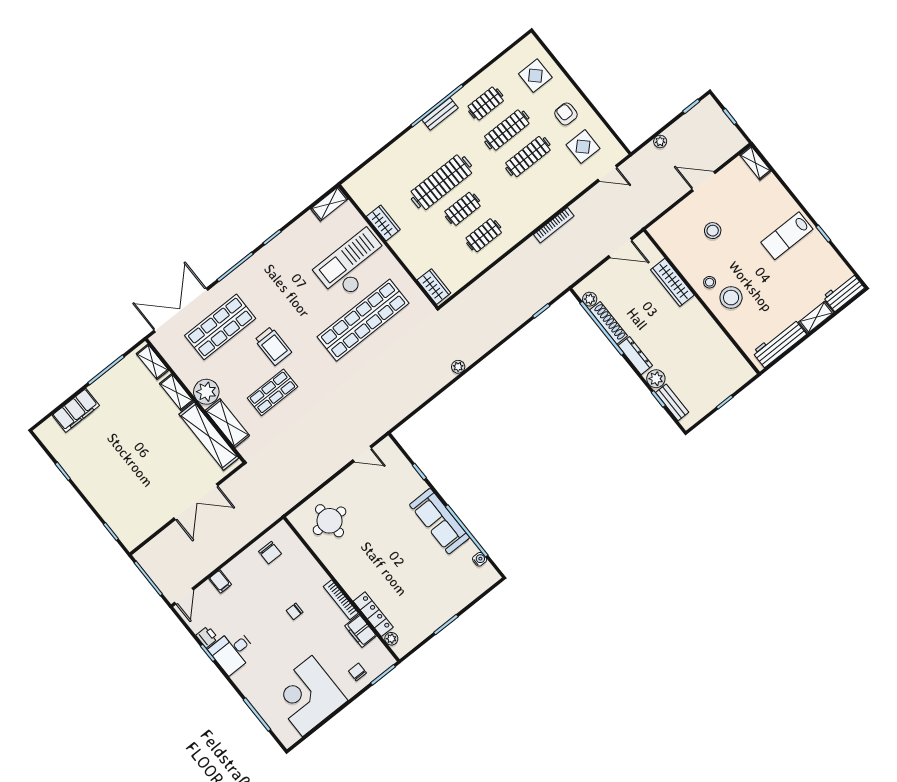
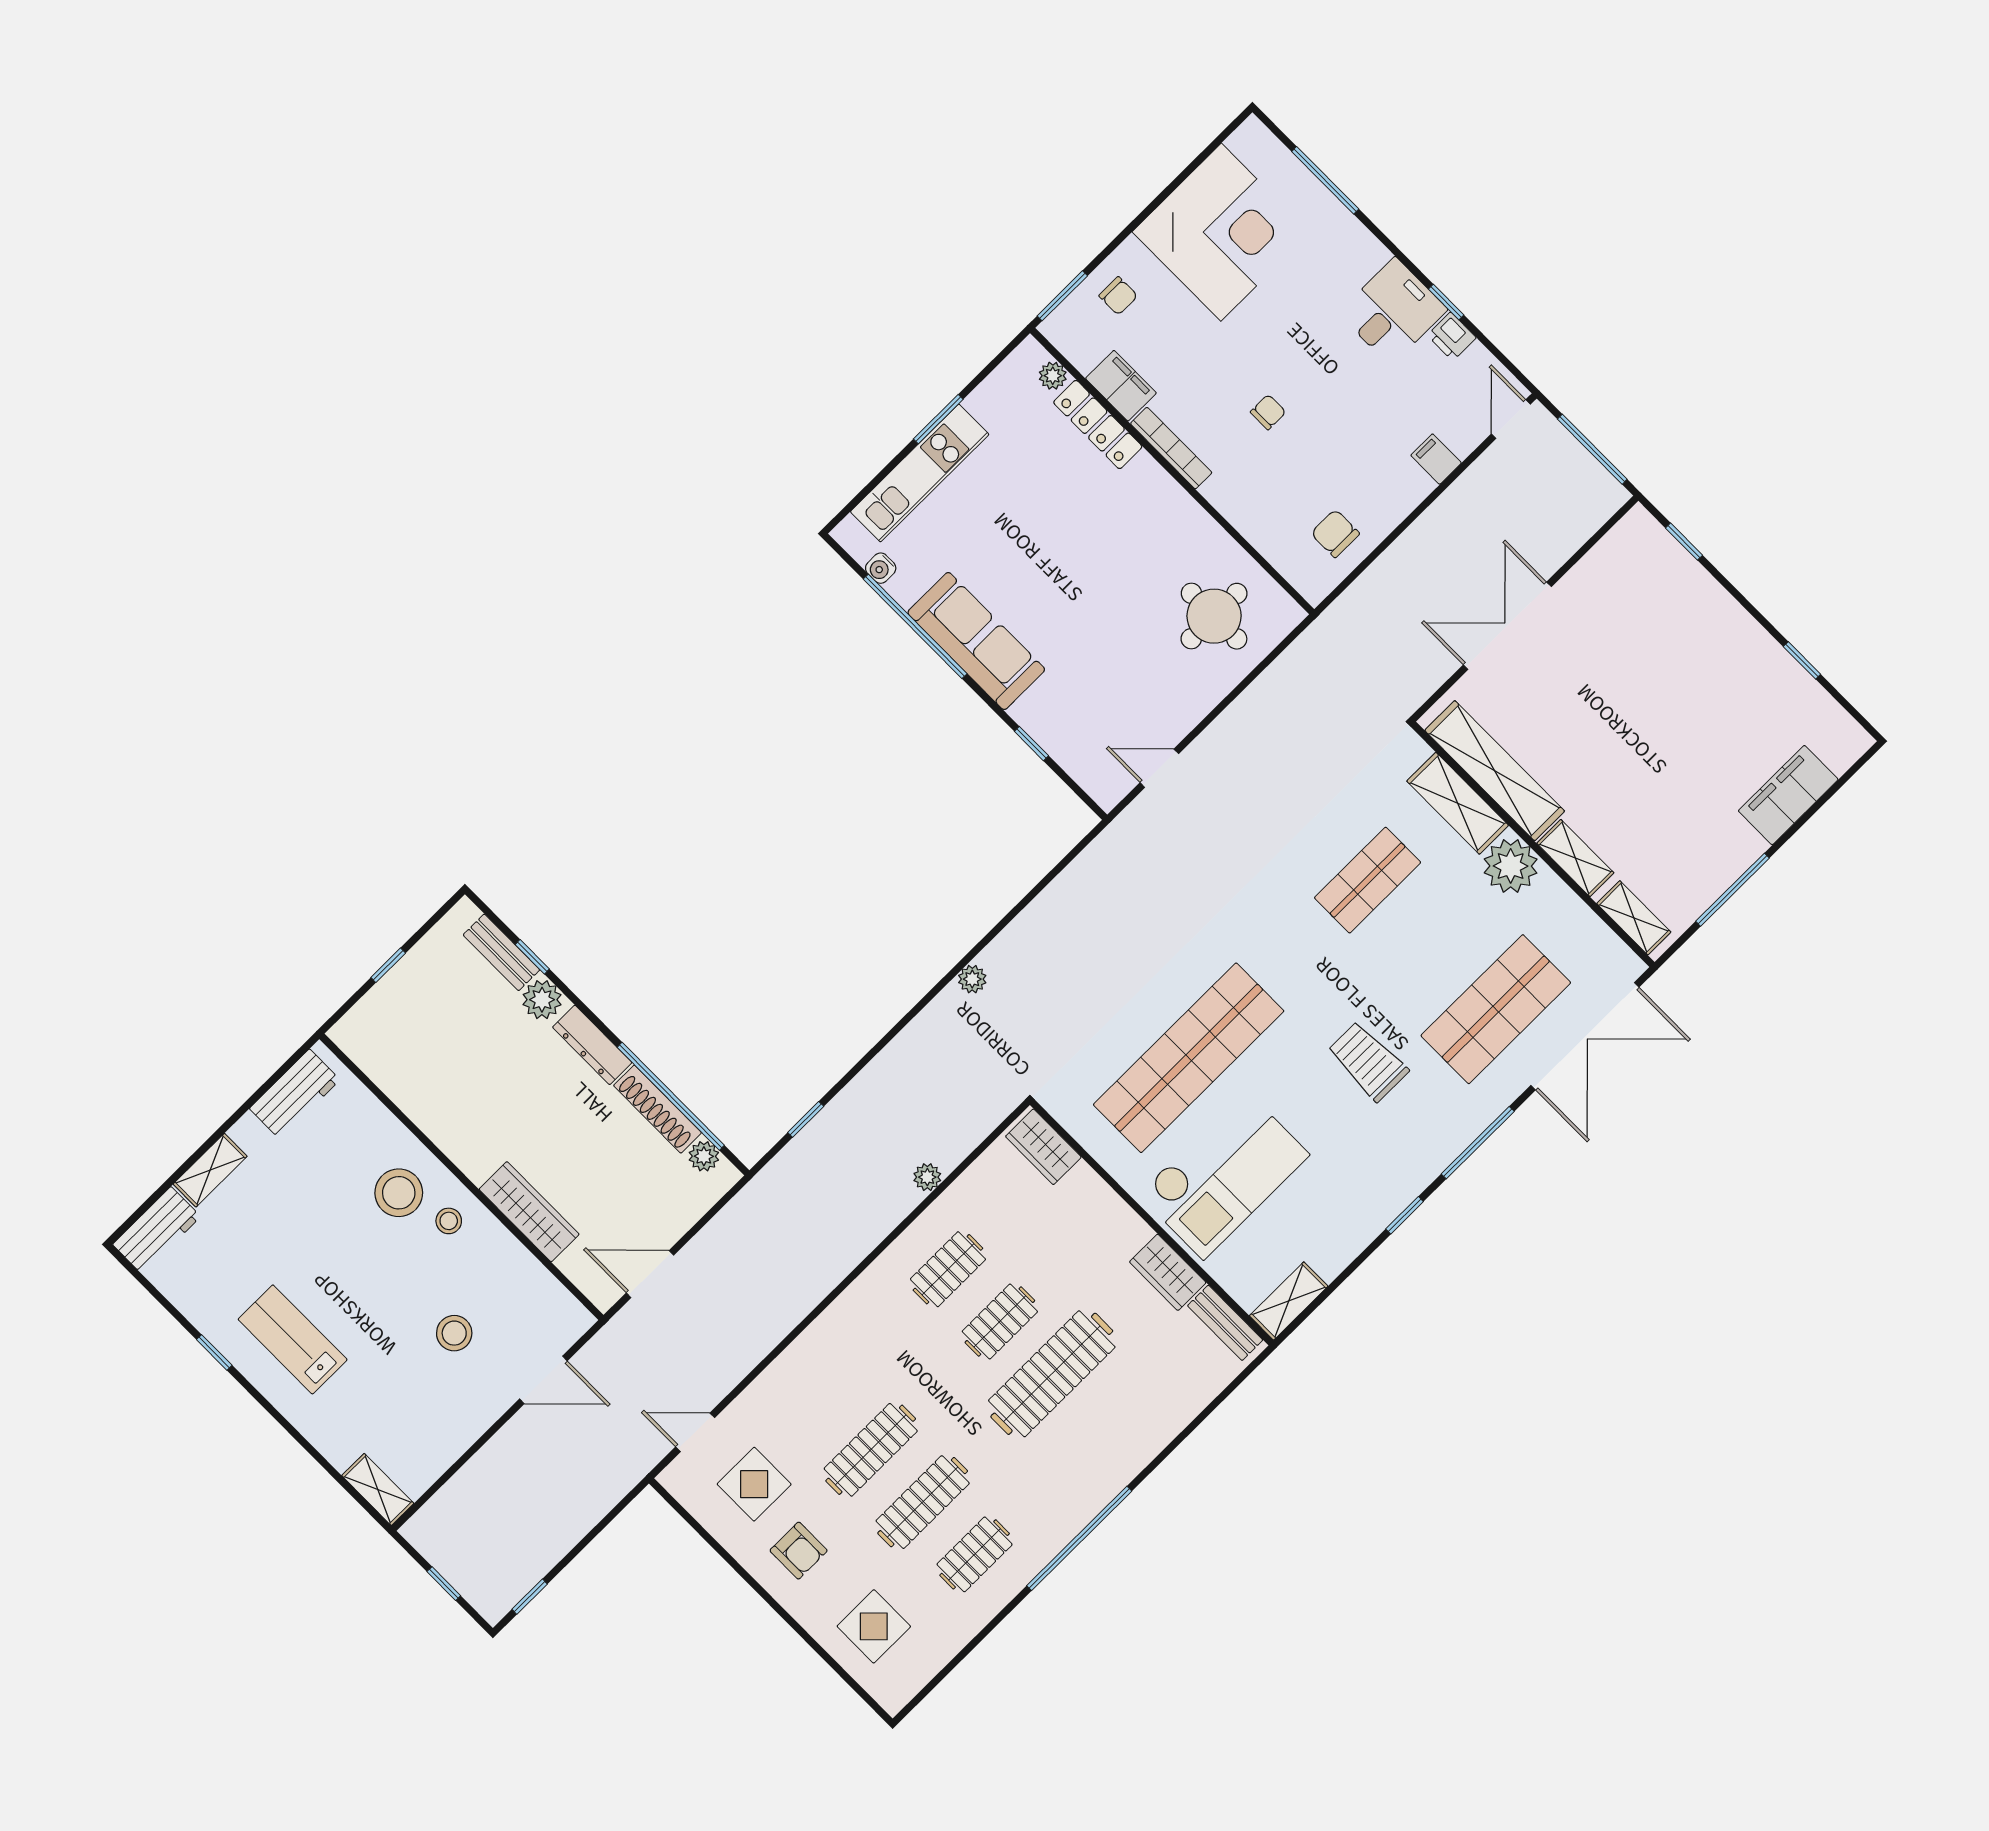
bench: (440, 114) -> (1225, 1323), moved, turned 90
plant: (660, 141) -> (927, 1177), moved
door: (703, 181) -> (543, 1380), moved
bookcase: (554, 225) -> (799, 1307), removed
lab bench: (787, 236) -> (293, 1339), turned -90
workbench: (779, 343) -> (295, 1094), width x0.73
trolley: (273, 346) -> (1368, 1061), moved
kitchen unit: (457, 601) -> (920, 473), added

